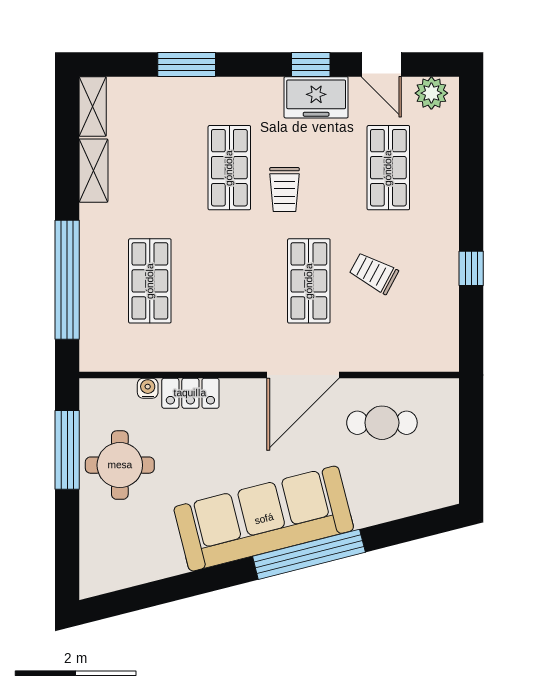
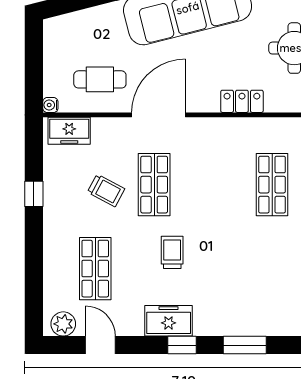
window: (311, 64) -> (182, 345), moved
freezer: (316, 97) -> (169, 321), moved
shop shelf: (229, 168) -> (213, 269), removed
freezer: (423, 354) -> (69, 131), added
water cooler: (148, 388) -> (50, 105), moved, turned 90

